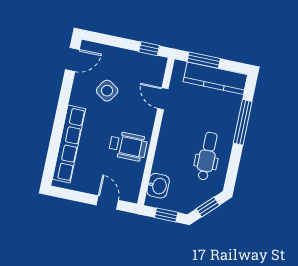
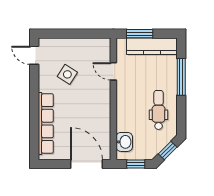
window: (149, 49) -> (94, 34), removed
door: (72, 60) -> (34, 55), swing flipped
wheelchair: (128, 146) -> (94, 115), removed
door: (107, 203) -> (87, 164), width x1.88

